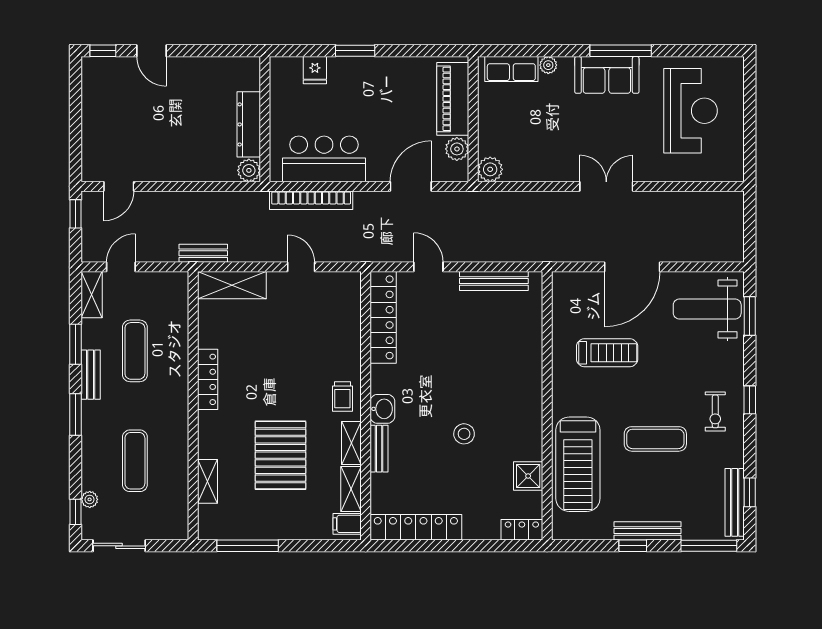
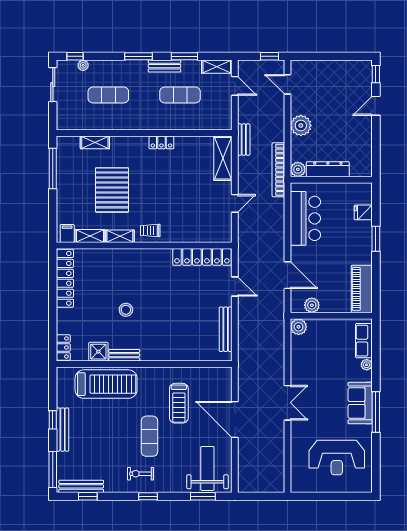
piano: (453, 99) -> (362, 289), moved, turned -90
plant: (182, 166) -> (301, 125), added
bookcase: (311, 200) -> (278, 170), moved
door: (428, 267) -> (235, 287), hinge flipped
locker: (208, 379) -> (161, 142), width x0.66
washbasin: (382, 409) -> (142, 256), removed
exercise mat: (655, 439) -> (149, 436), moved
bench: (379, 449) -> (124, 355), moved
pallet: (280, 455) -> (112, 190), turned 90
treadmill: (578, 464) -> (106, 384), turned 180

